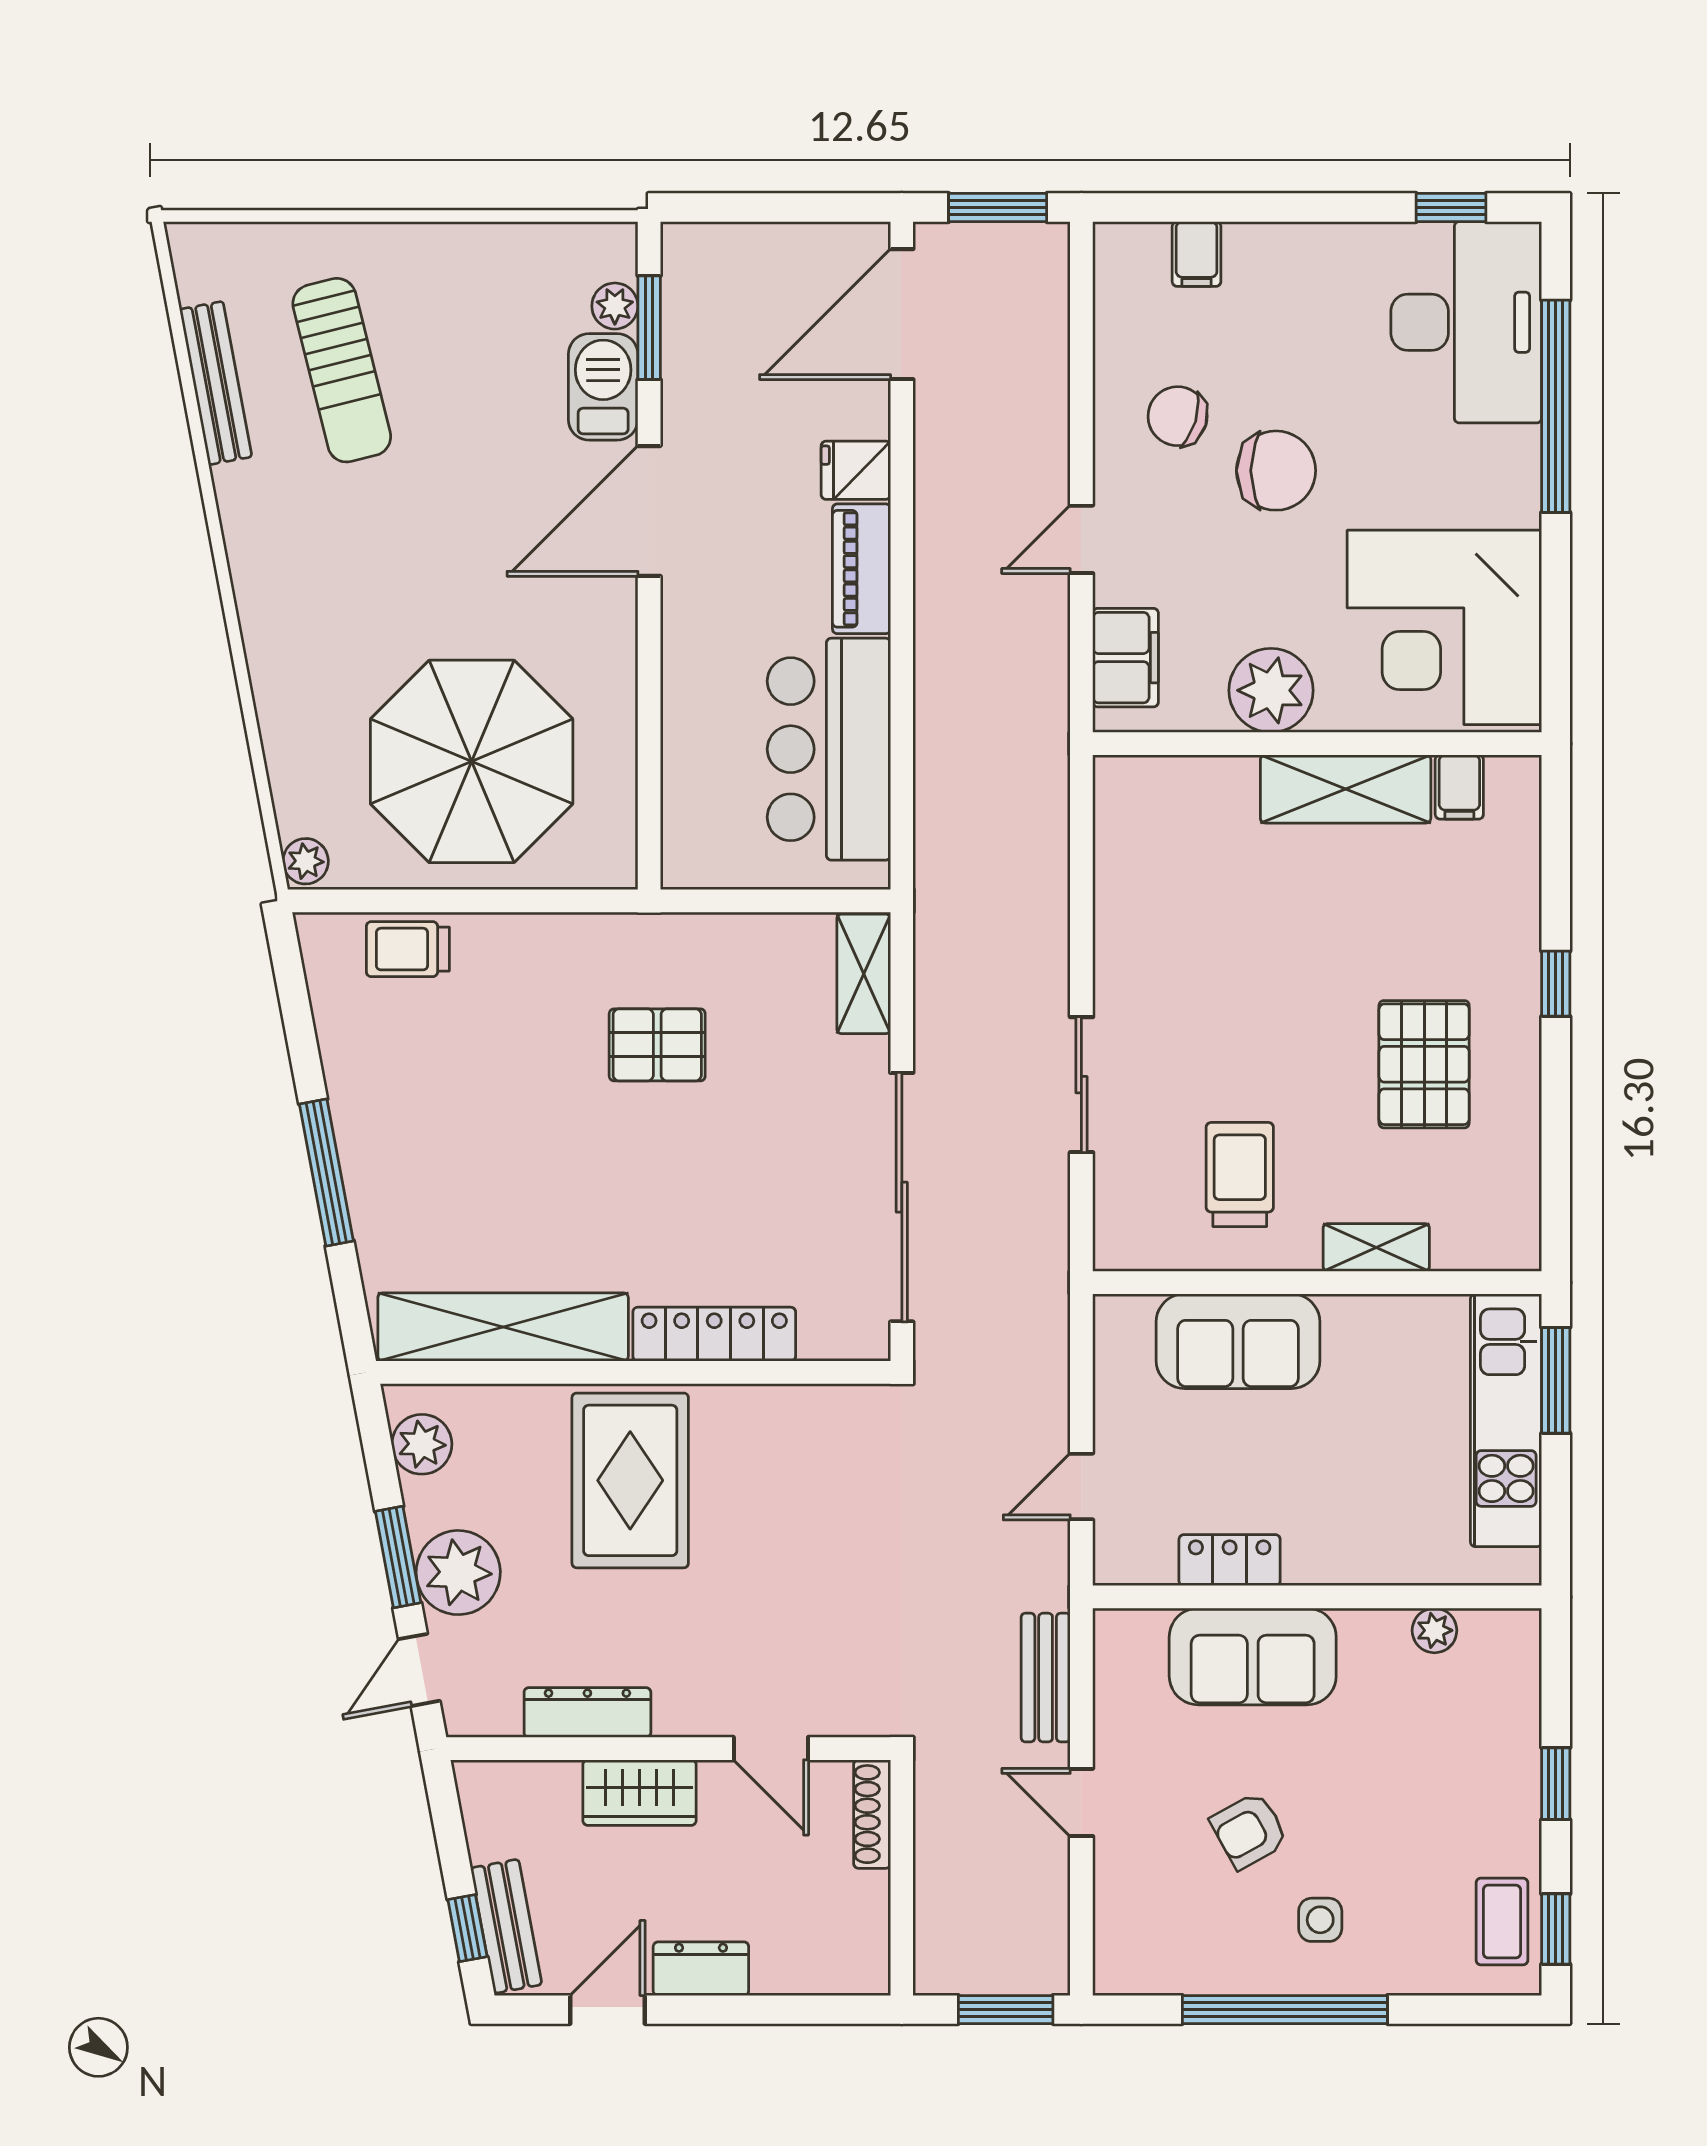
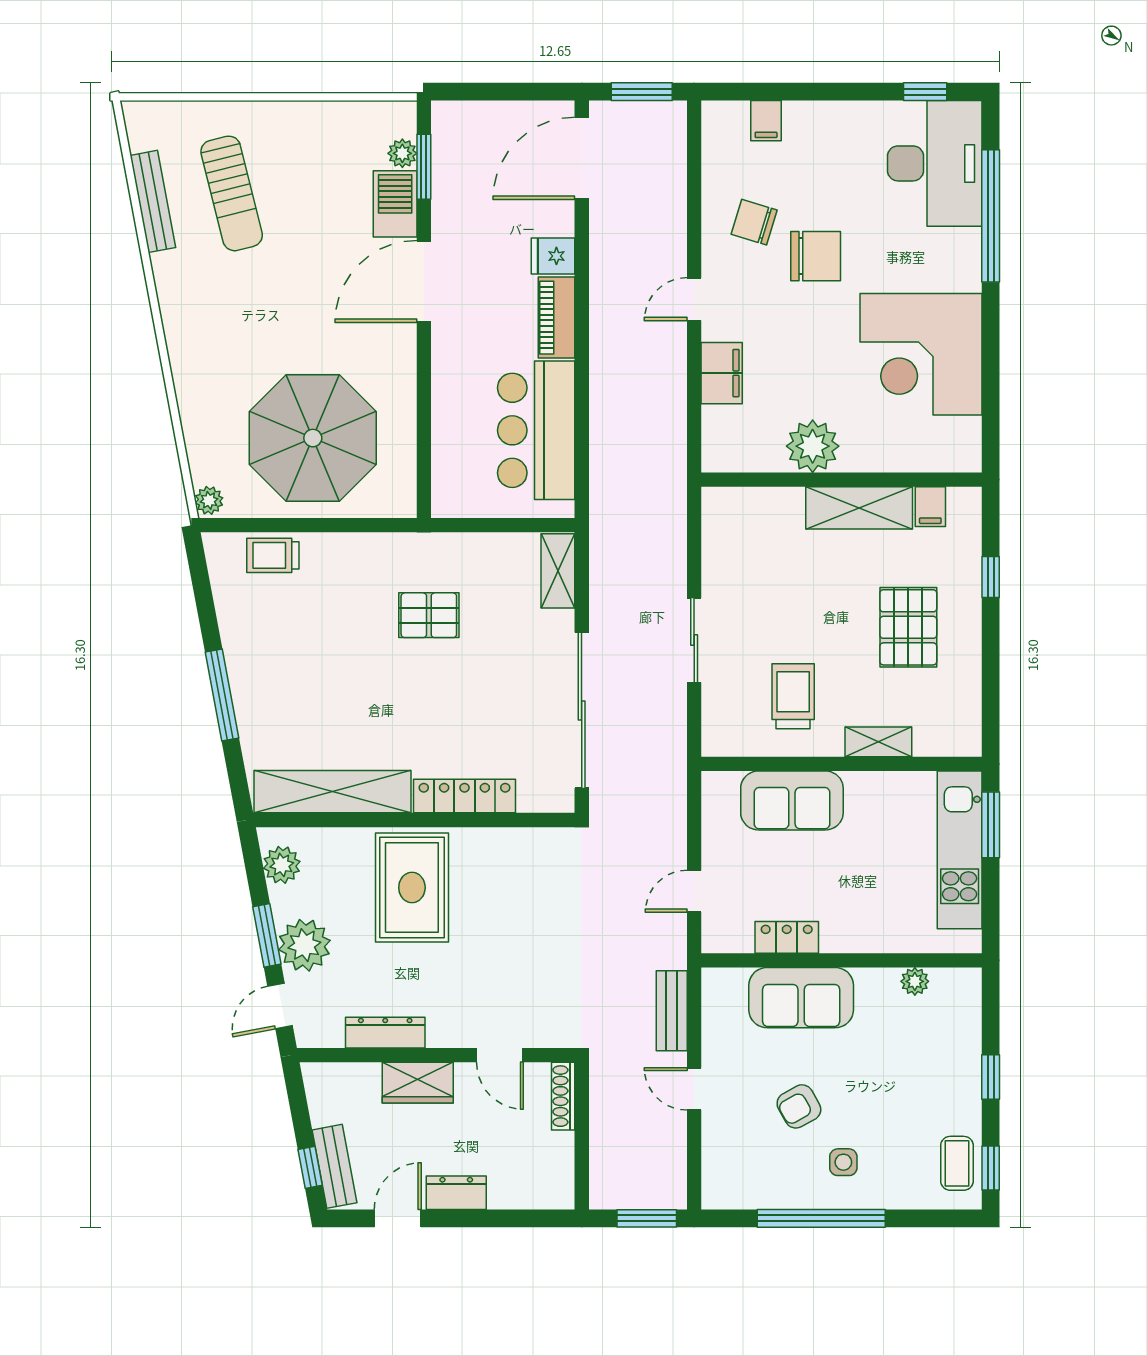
plant: (1271, 690) -> (813, 446), moved
wall: (1317, 744) -> (841, 480), moved
filing cabinet: (1459, 787) -> (930, 507), moved
shelving: (1346, 789) -> (859, 508), moved

